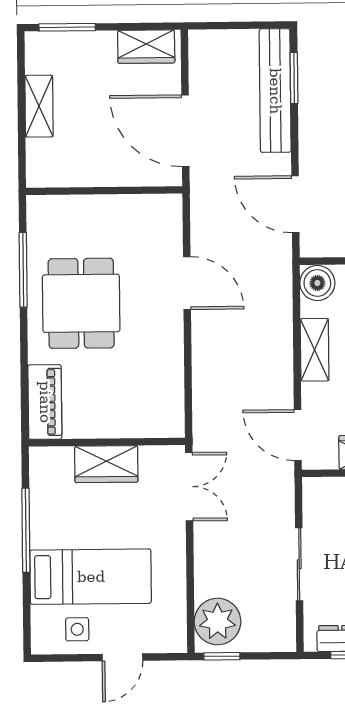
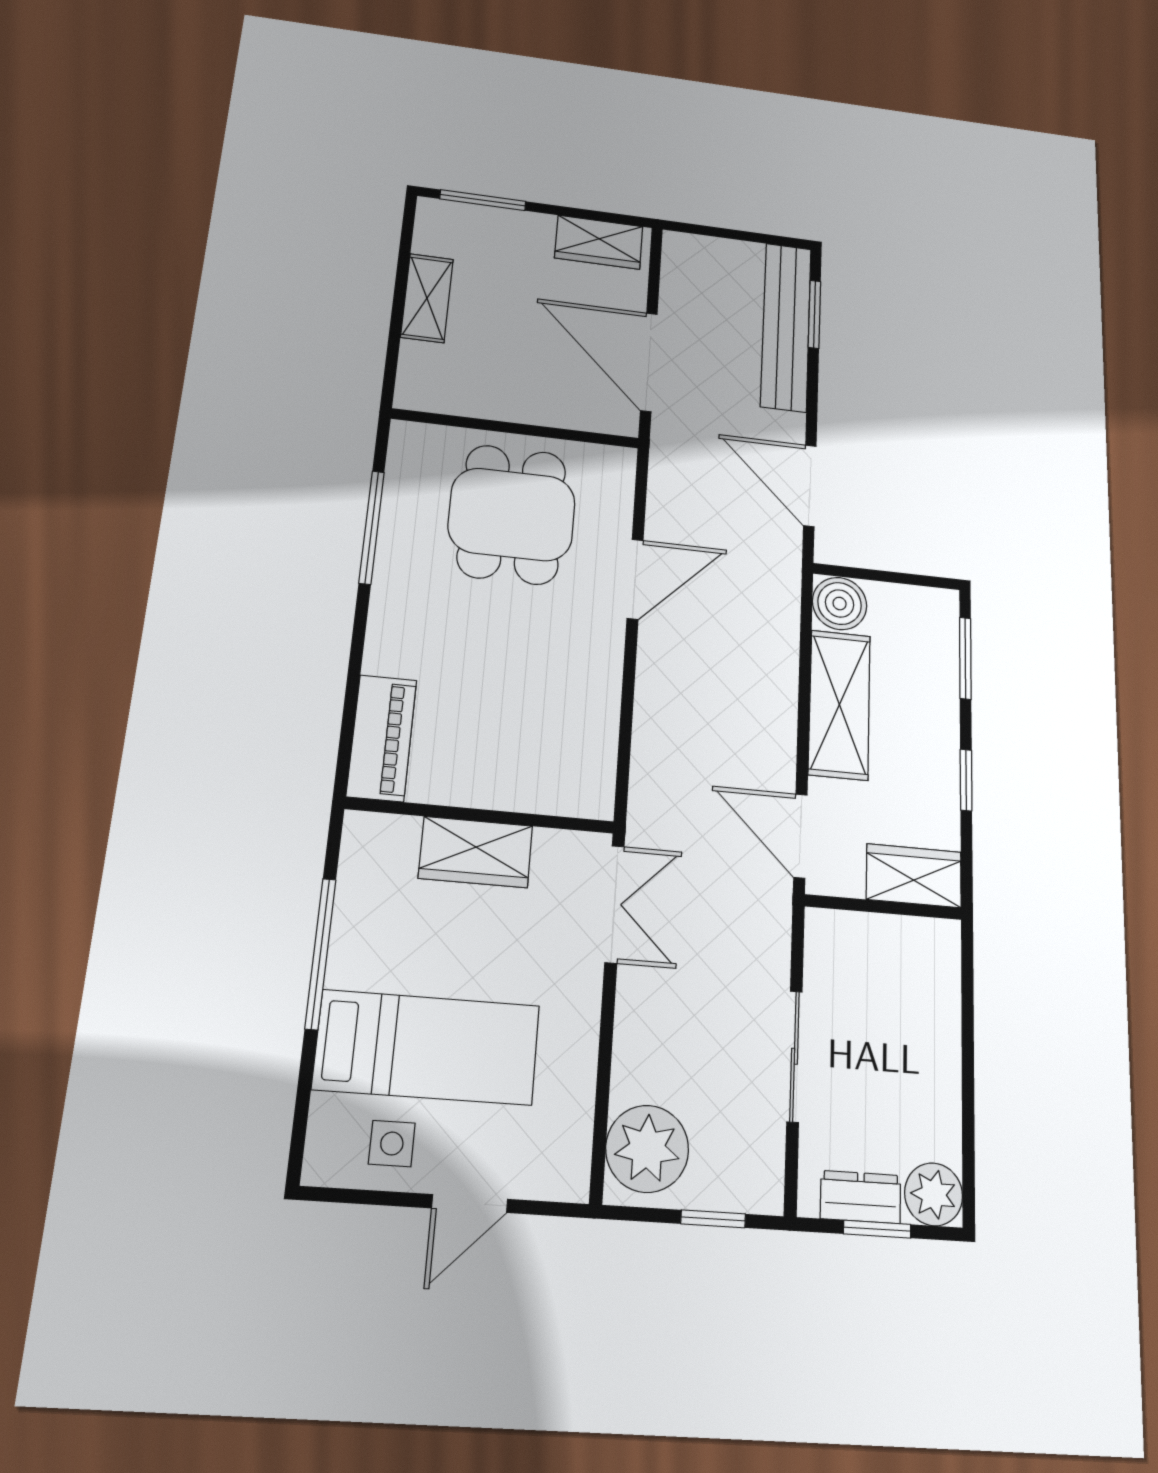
door: (187, 283) -> (635, 579), hinge flipped
dining table: (81, 303) -> (512, 514), moved
shelving: (315, 350) -> (839, 705), width x1.50, depth x1.33
window: (222, 656) -> (713, 1219), moved

